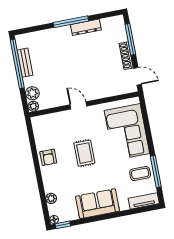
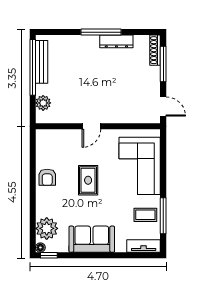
shoe rack: (126, 56) -> (155, 50), moved
bench: (25, 63) -> (42, 62), width x1.36
door: (78, 105) -> (91, 126), swing flipped
plant: (33, 106) -> (41, 118), removed
plant: (51, 198) -> (47, 228), width x1.88, depth x1.88

